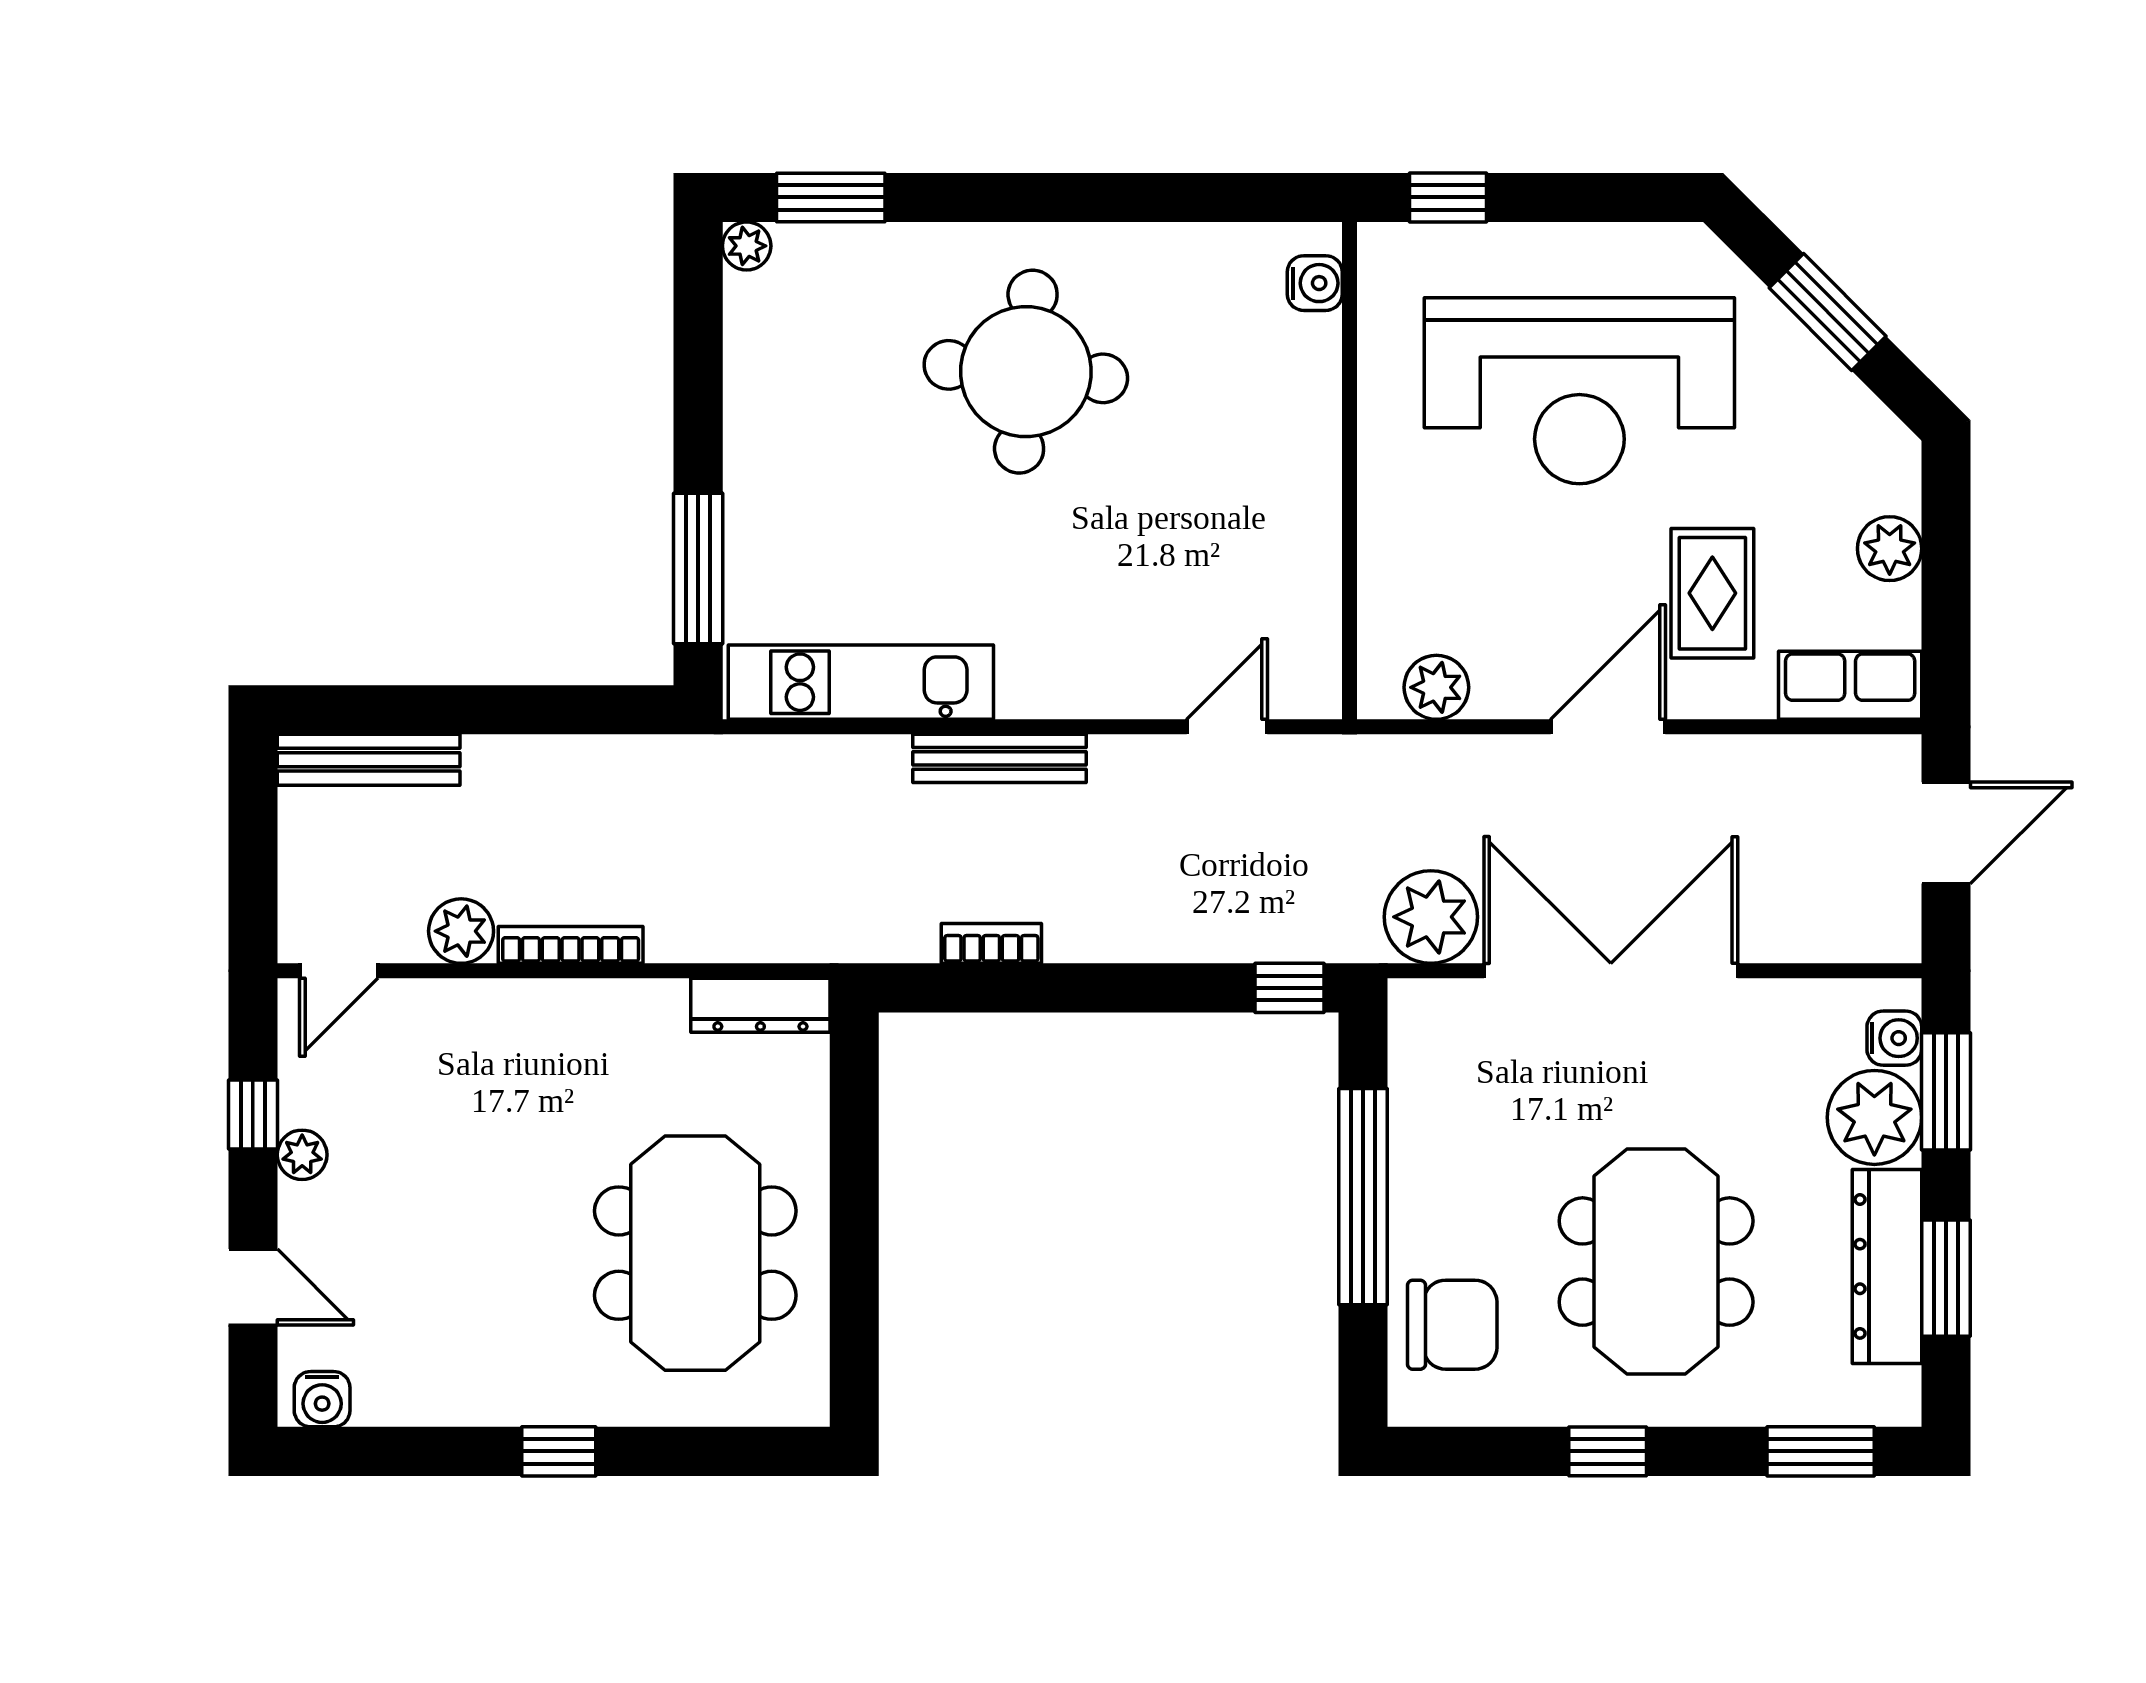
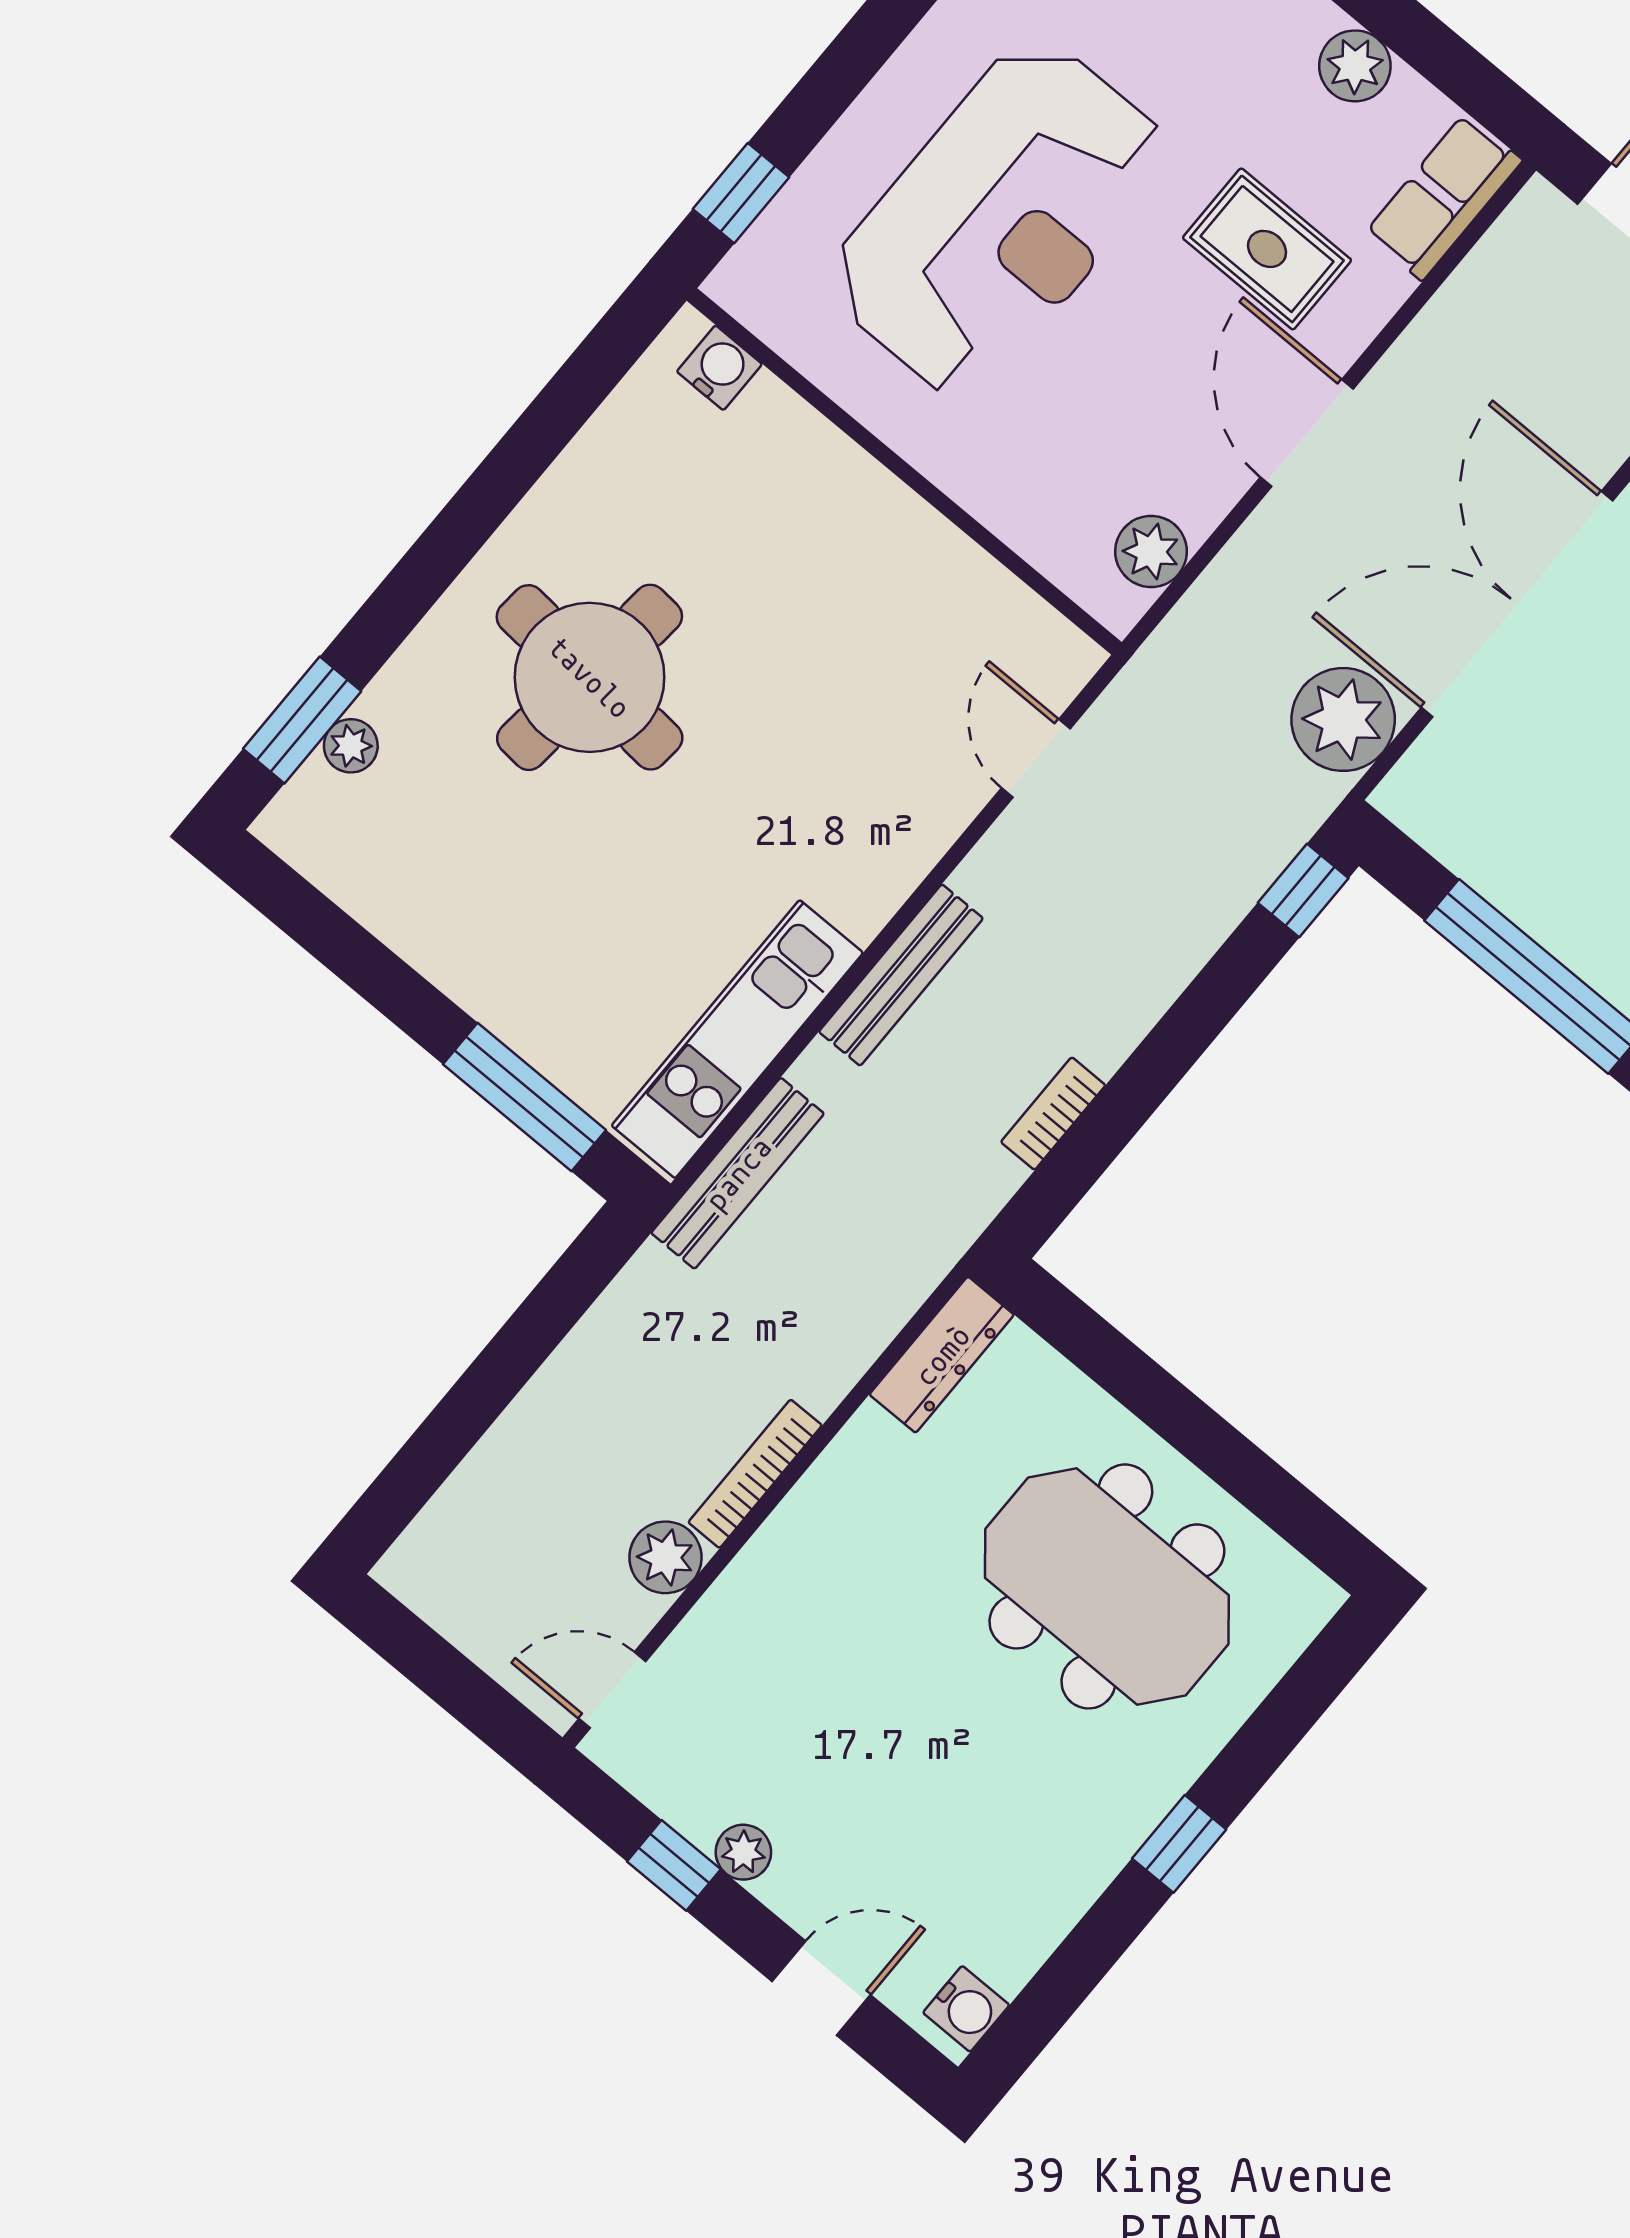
plant: (747, 246) -> (351, 746), moved
bench: (369, 760) -> (738, 1173), moved
door: (339, 971) -> (612, 1690), swing flipped

